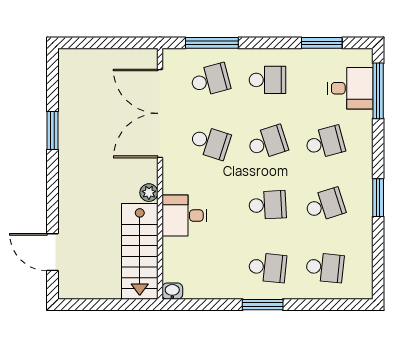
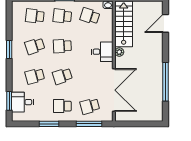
window: (322, 43) -> (49, 124), moved
window: (378, 91) -> (9, 101), width x0.69
window: (53, 131) -> (166, 82), width x2.11
school desk: (210, 142) -> (90, 16), moved
desk: (184, 216) -> (102, 52), moved
door: (53, 252) -> (166, 23), swing flipped

